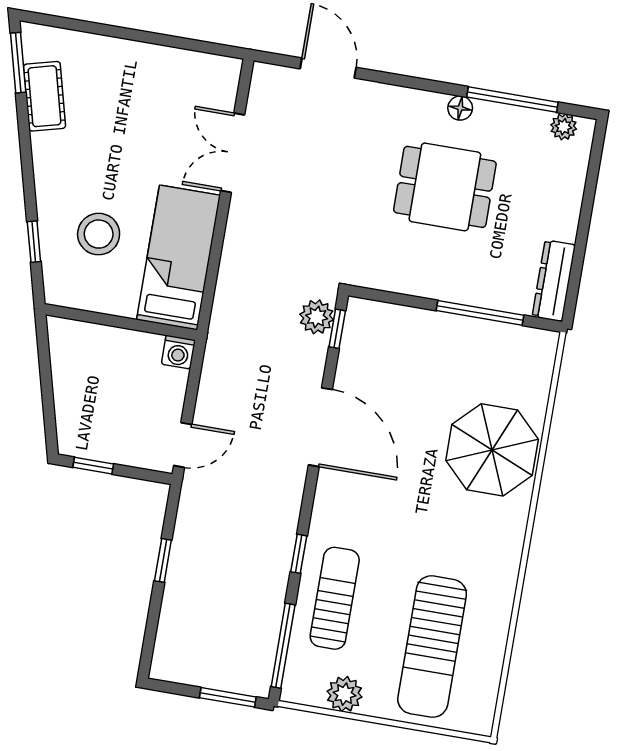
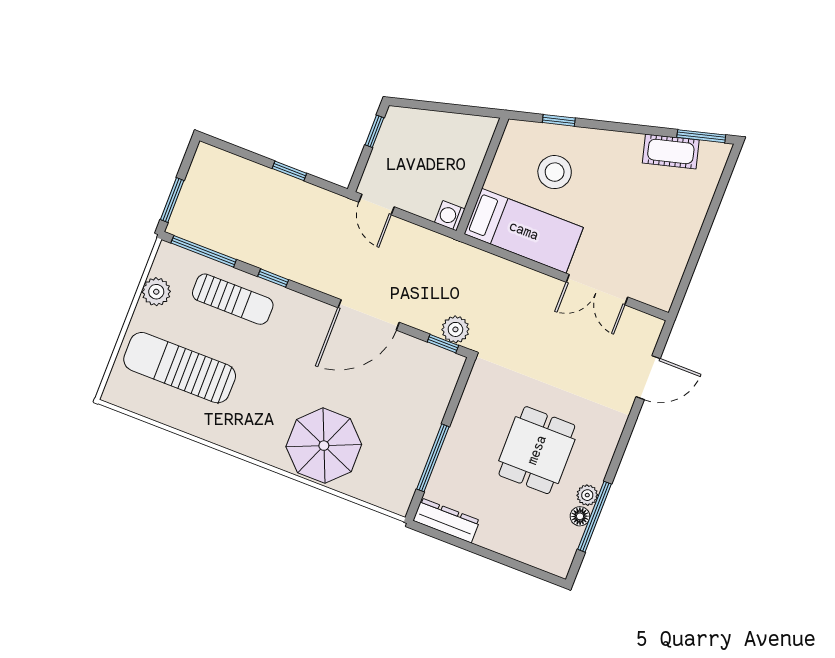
floor lamp: (460, 108) -> (580, 516), moved
plant: (564, 127) -> (587, 495), moved
double door: (233, 153) -> (597, 290), swing flipped

